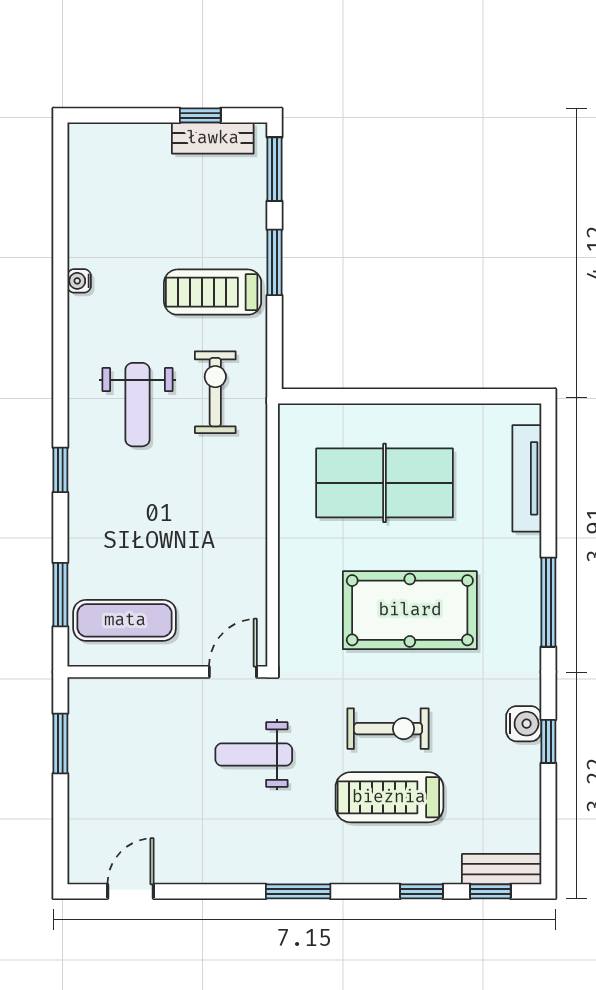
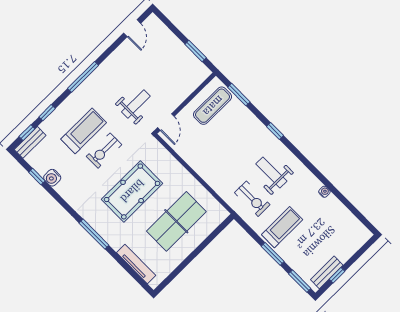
water cooler: (524, 724) -> (52, 178), moved
window: (548, 741) -> (37, 177), moved
window: (298, 891) -> (83, 77), width x1.44

